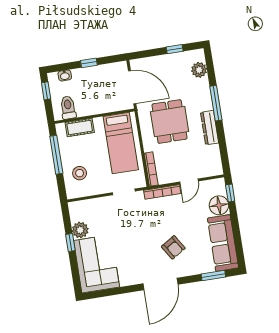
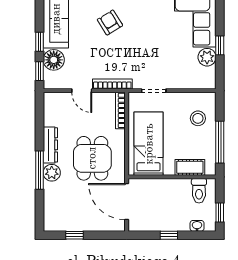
plant: (199, 70) -> (52, 173), moved
door: (189, 181) -> (82, 91), swing flipped
window: (234, 220) -> (39, 42), added

